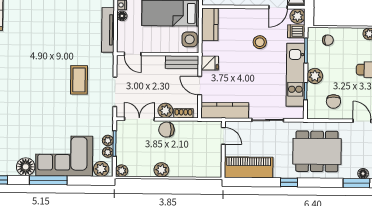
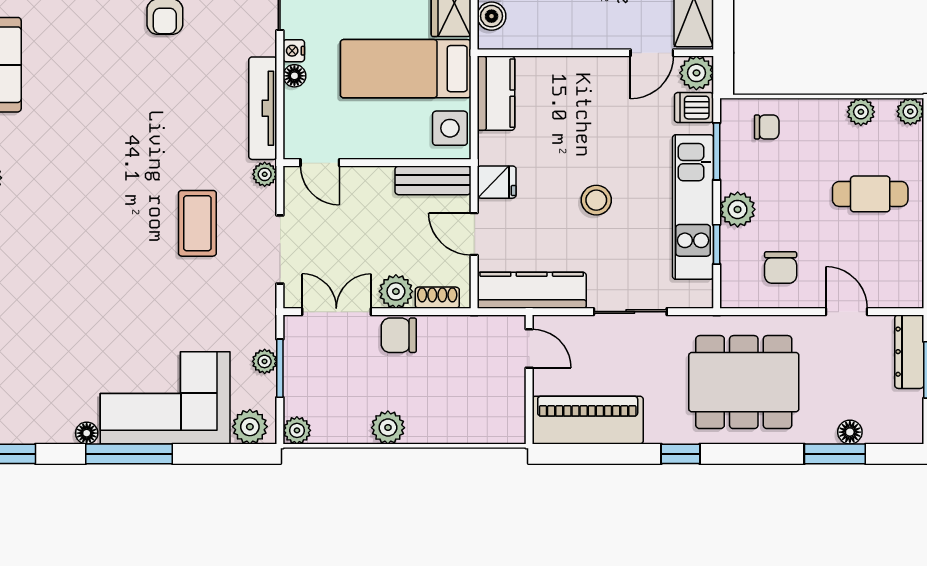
stool: (260, 42) -> (596, 200), moved
plant: (108, 152) -> (265, 174), moved
floor lamp: (26, 167) -> (87, 433), width x0.53, depth x0.53

